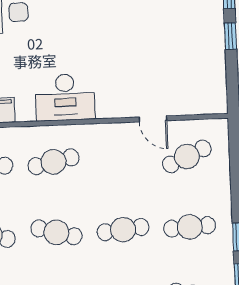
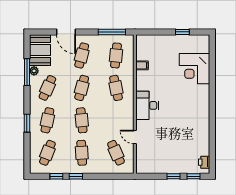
desk: (65, 97) -> (147, 105), moved
door: (153, 119) -> (135, 137), hinge flipped

